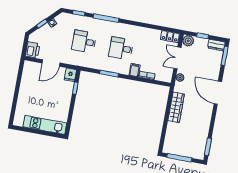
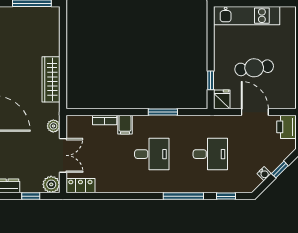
door: (51, 63) -> (255, 112), hinge flipped
cafe table: (46, 91) -> (254, 68), added

